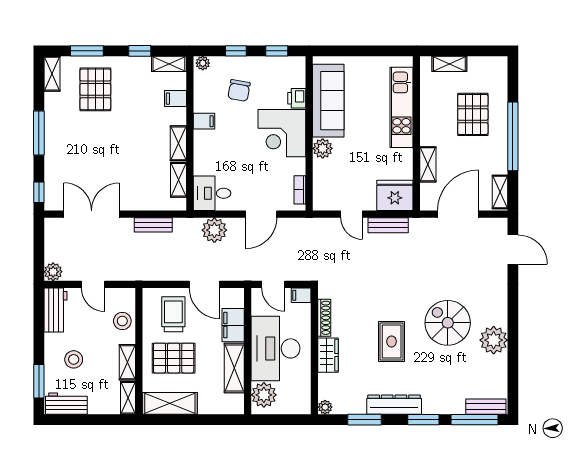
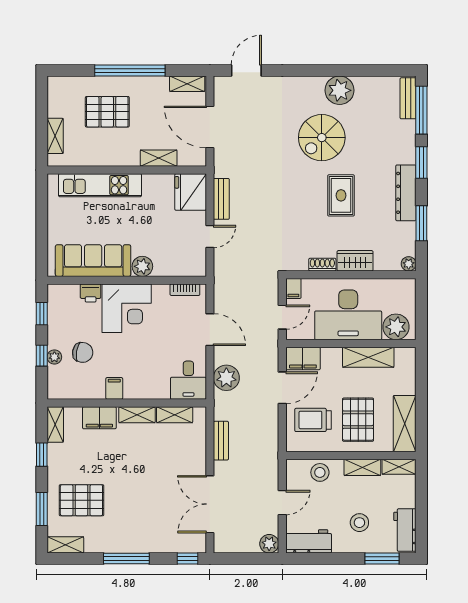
plant: (203, 63) -> (54, 357), moved
filing cabinet: (175, 99) -> (99, 418), width x2.00
shoe rack: (324, 318) -> (322, 265), width x0.70
filing cabinet: (233, 325) -> (303, 358), moved
rug: (392, 341) -> (341, 195), turned 90

